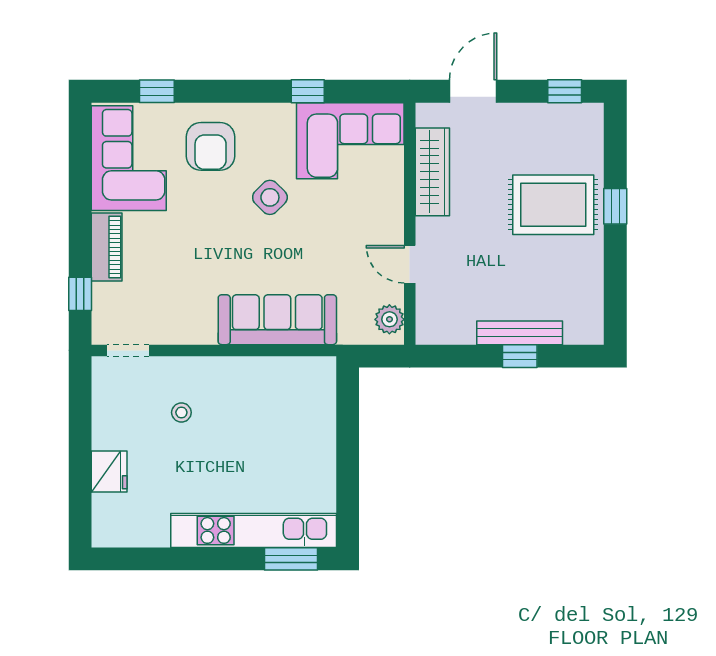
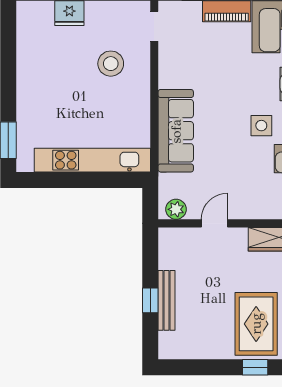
side table: (270, 197) -> (261, 126), turned 45
stool: (181, 412) -> (111, 64), width x1.89, depth x1.89
kitchen unit: (254, 530) -> (92, 160), moved, turned -90

